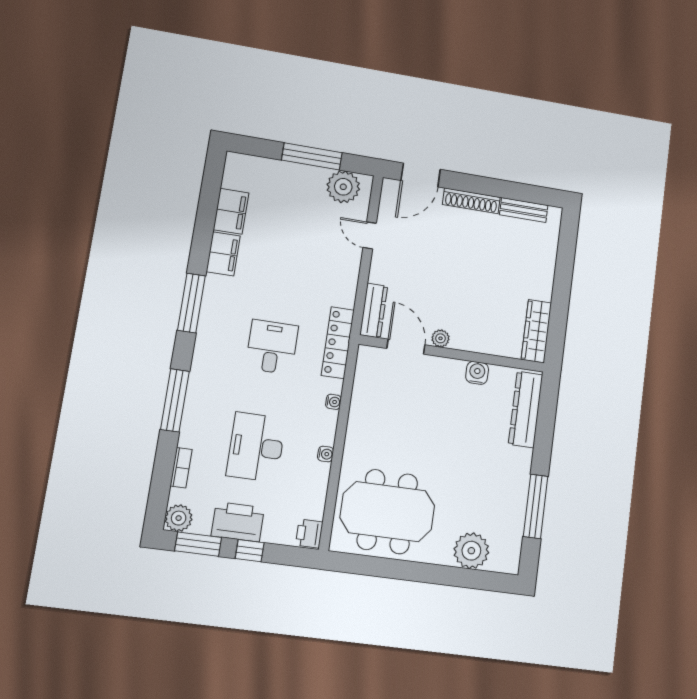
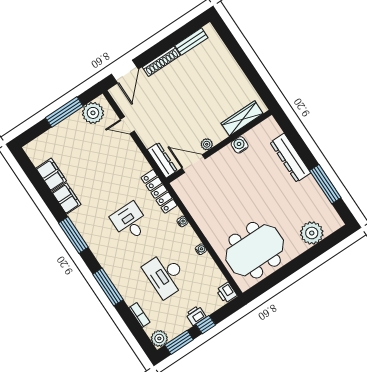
wardrobe: (536, 331) -> (242, 118), moved, turned 90
dresser: (526, 409) -> (290, 158), moved
printer: (238, 522) -> (196, 315), width x0.53, depth x0.68

